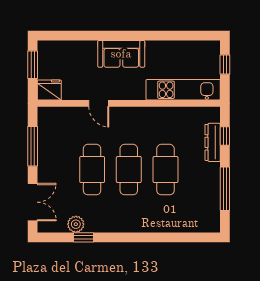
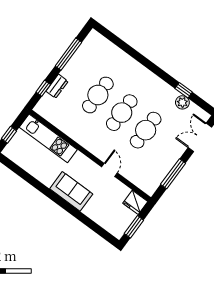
dresser: (213, 142) -> (57, 86), width x0.70

